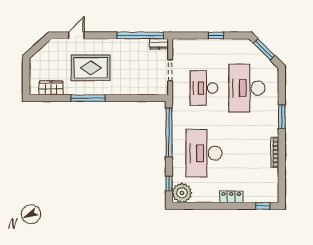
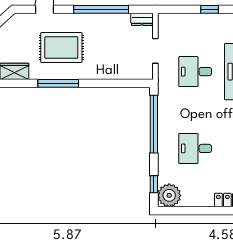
window: (140, 35) -> (101, 9), moved
desk: (204, 88) -> (195, 72), width x0.73
desk: (204, 153) -> (195, 148), width x0.53, depth x0.77

